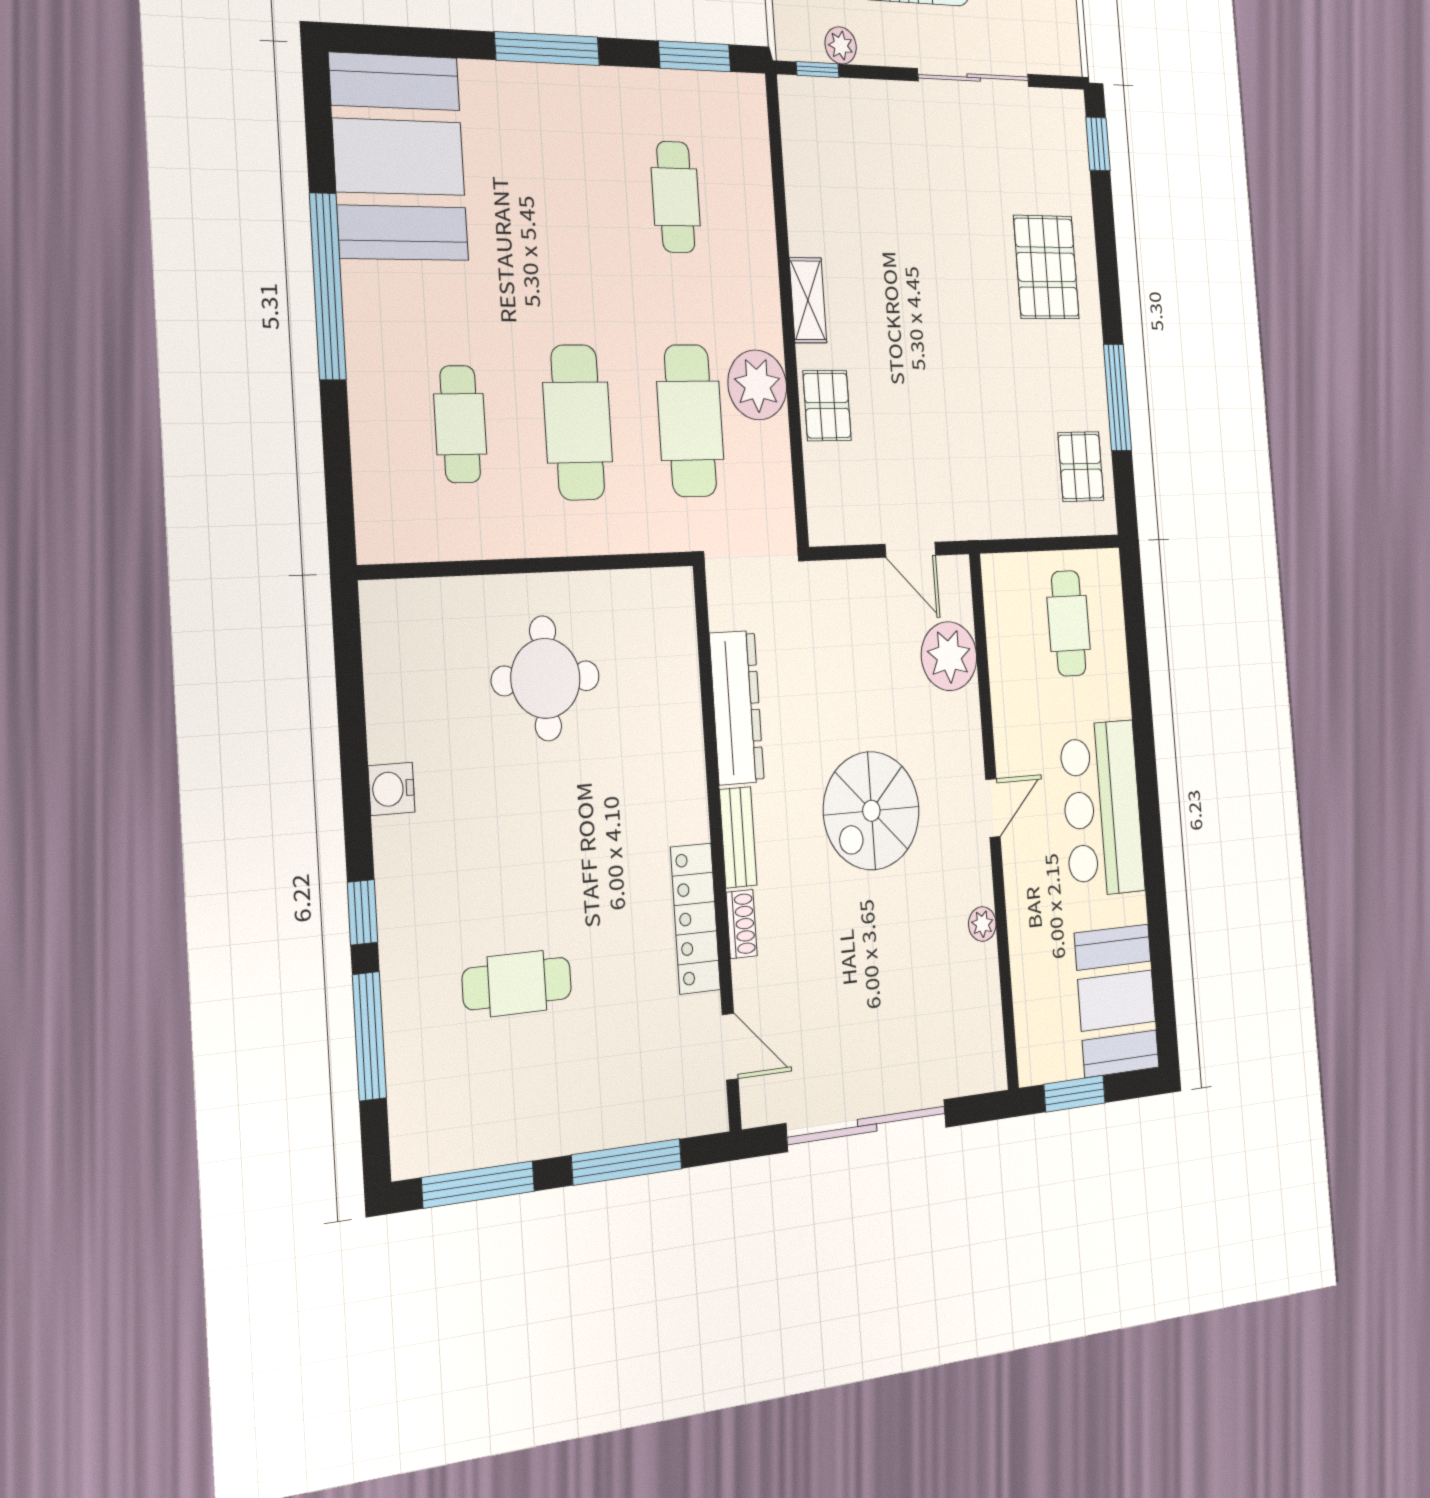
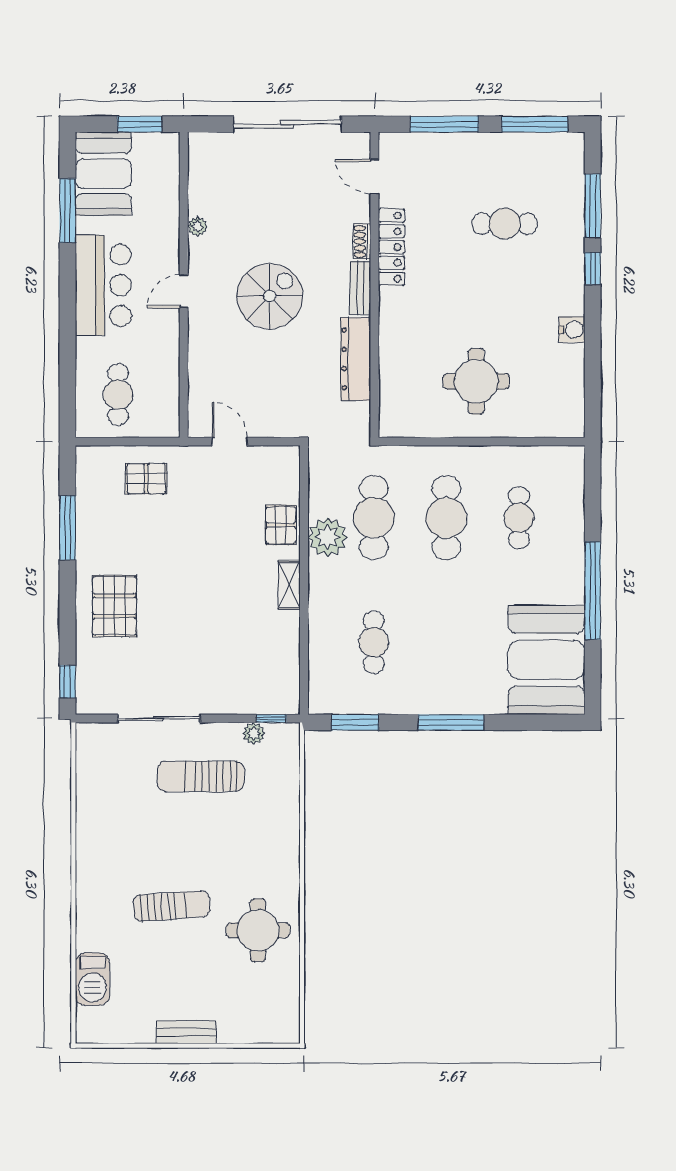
pallet: (1081, 467) -> (146, 479), moved, turned 90
plant: (949, 656) -> (207, 380), removed
window: (1159, 931) -> (68, 211), added

